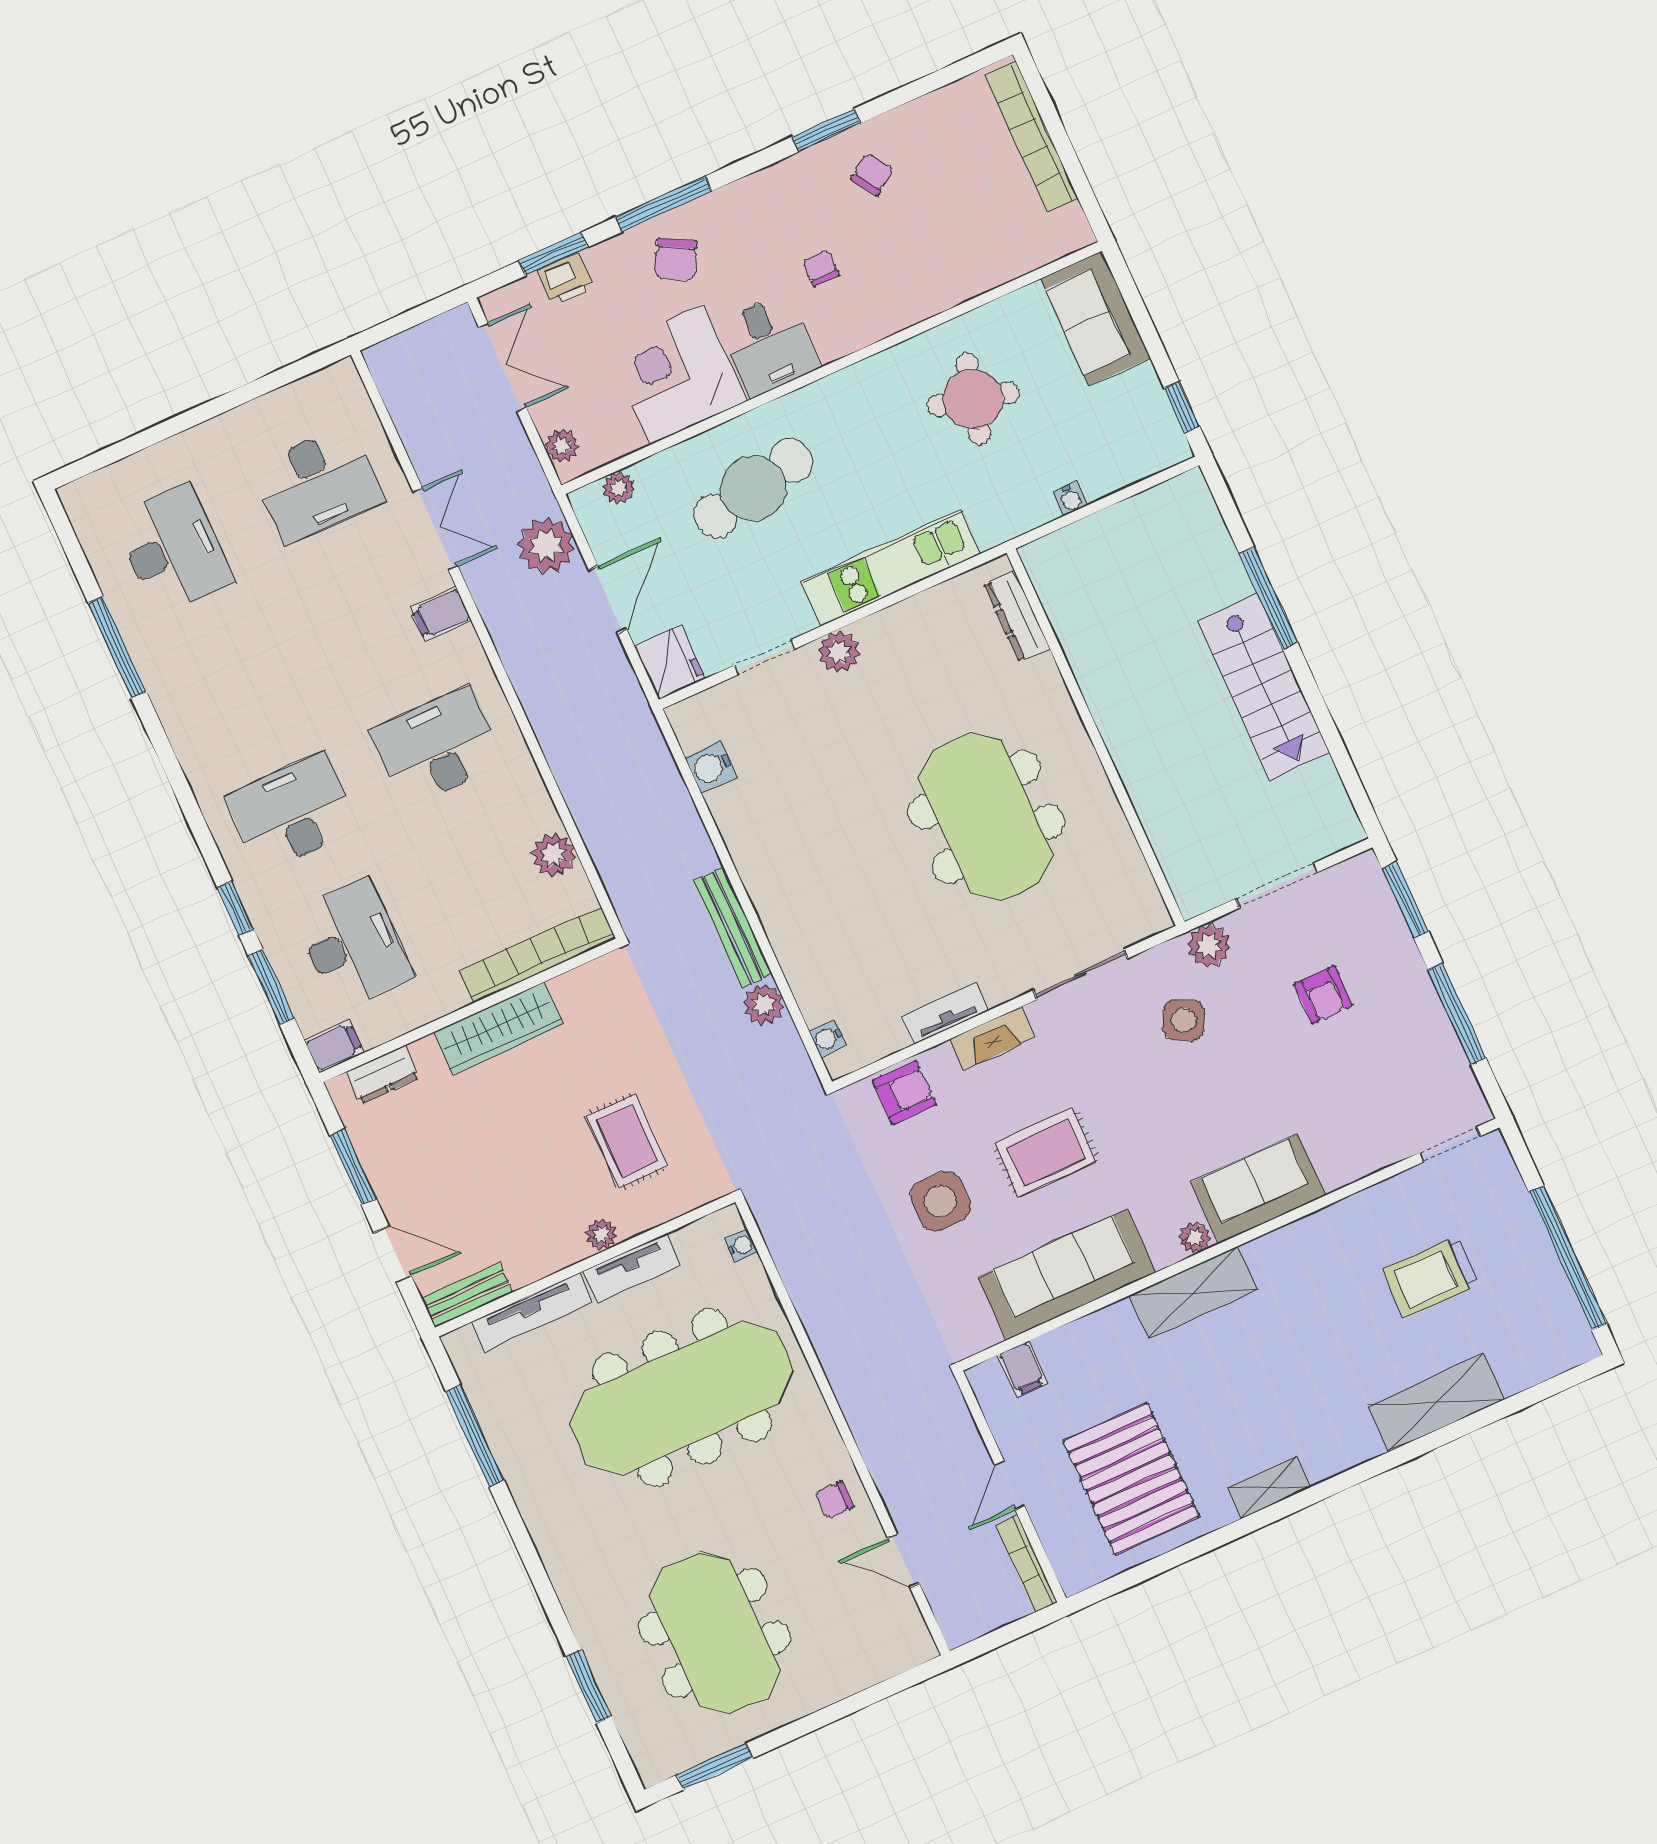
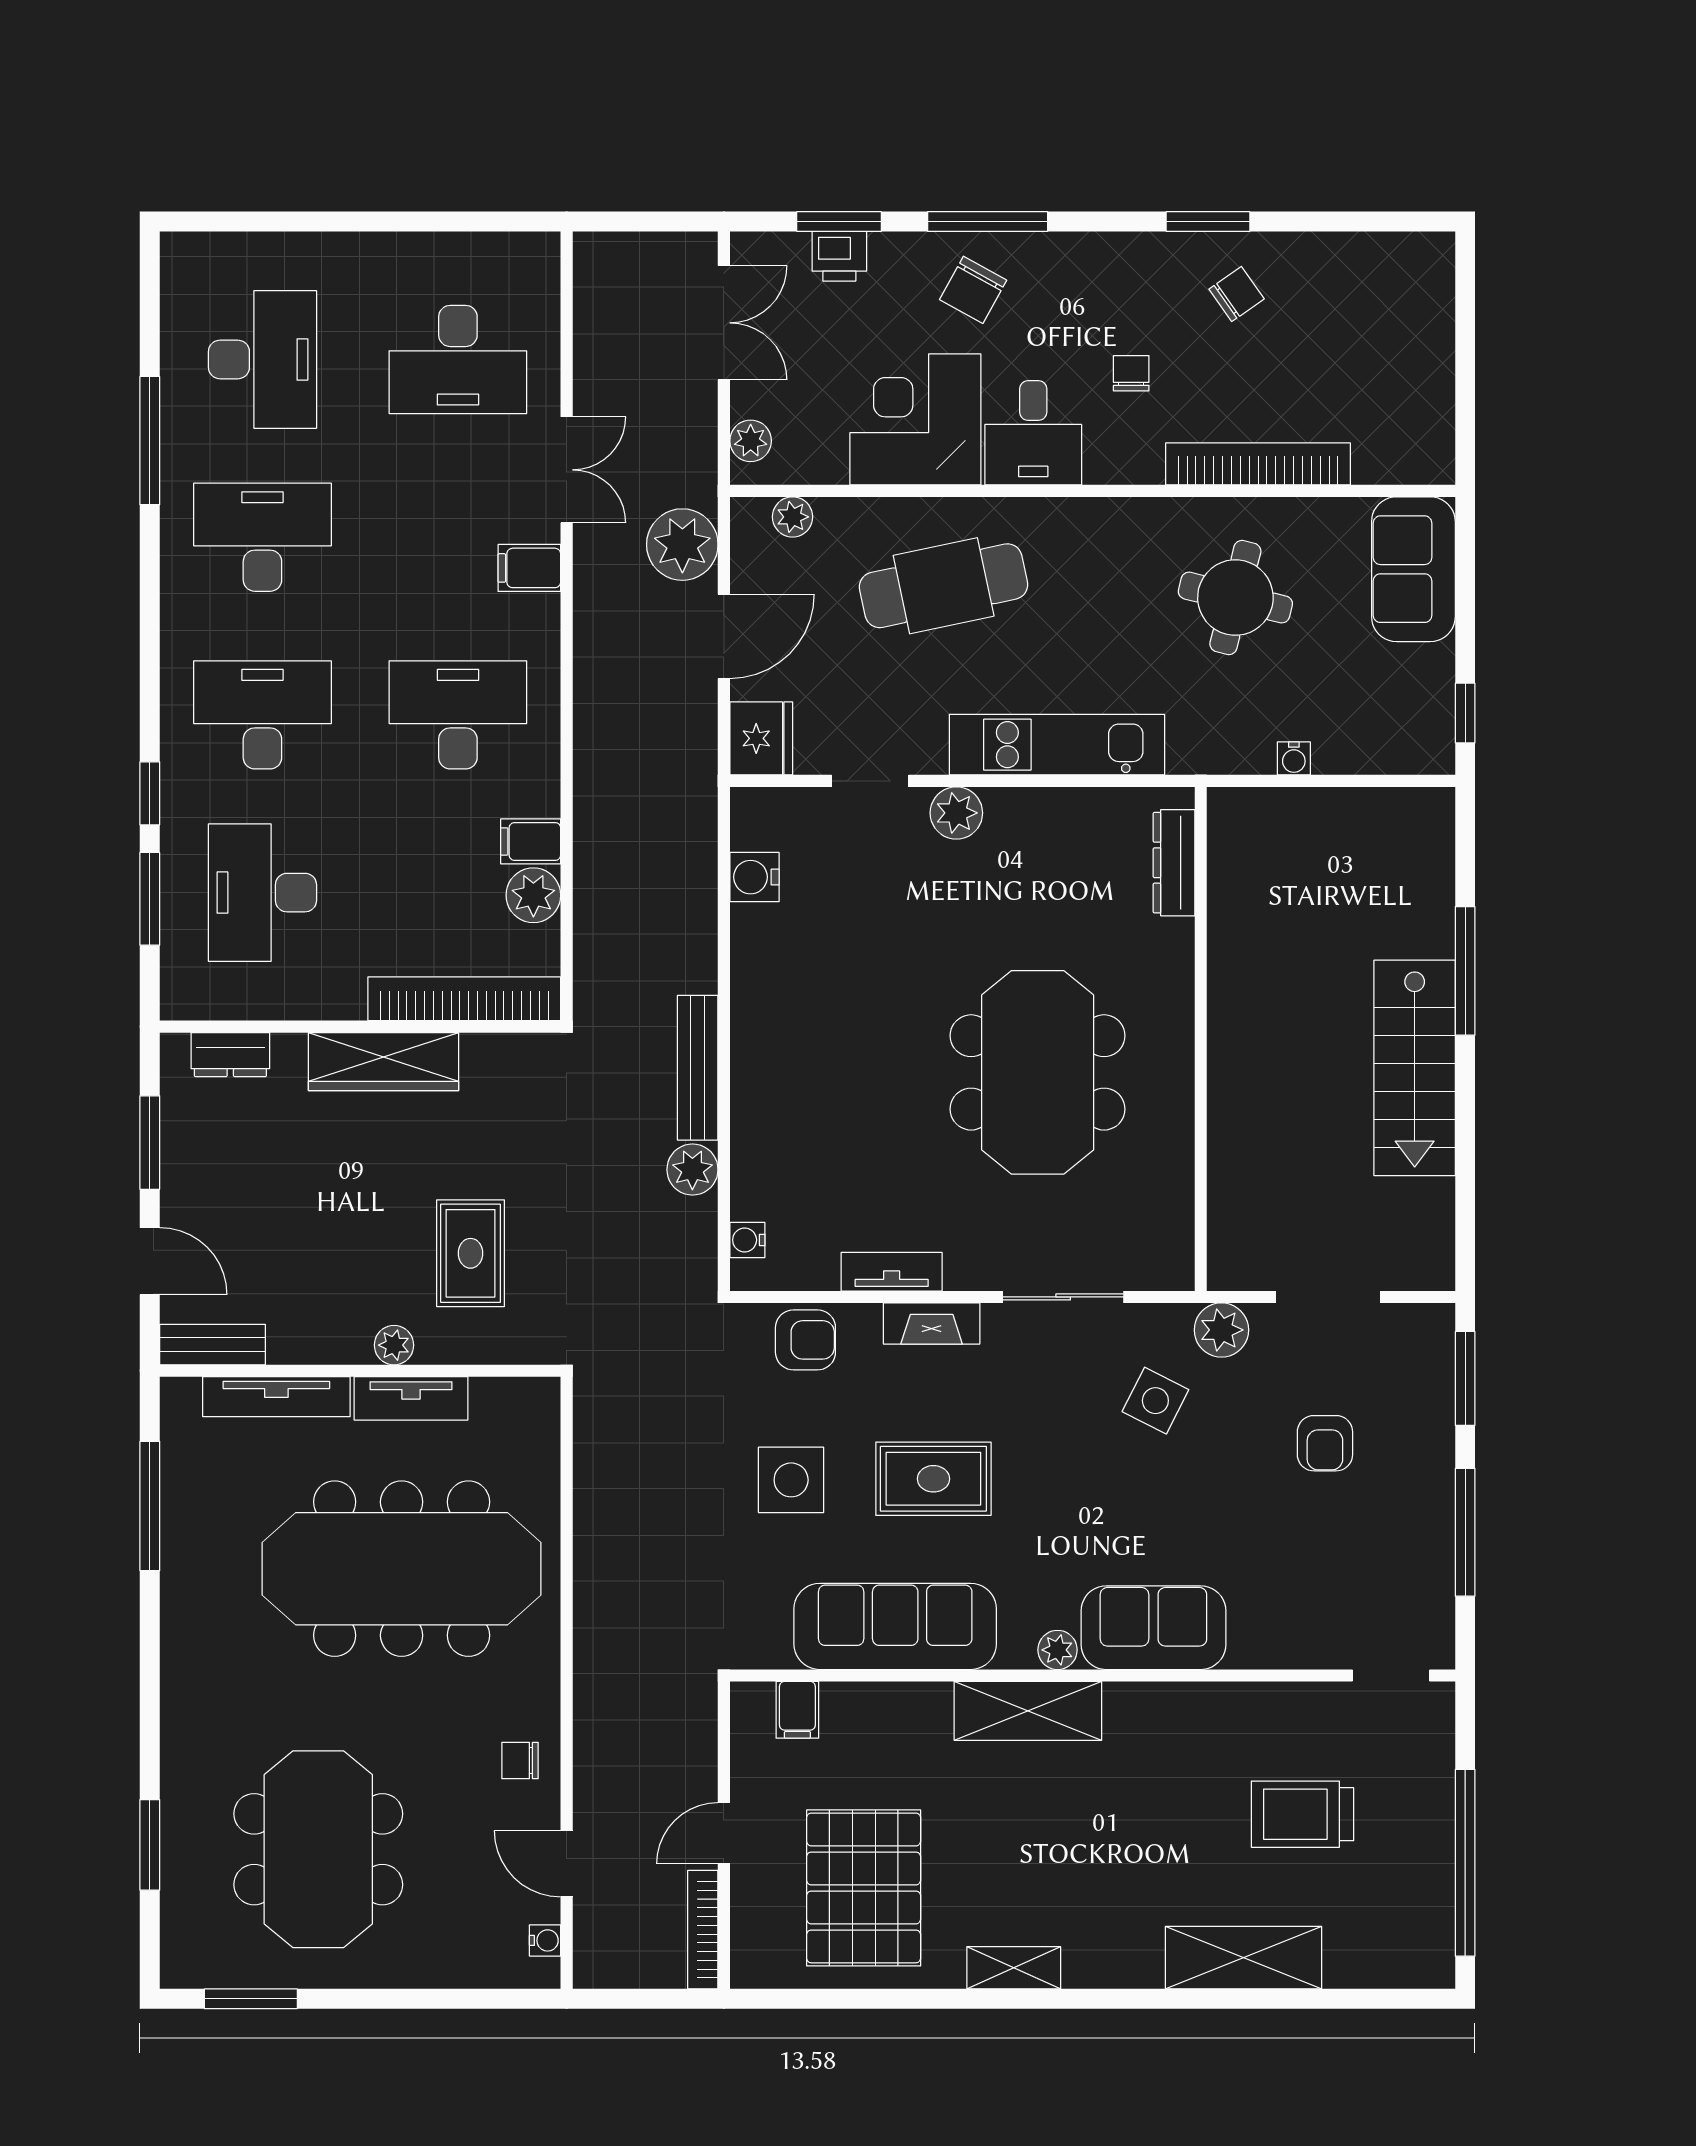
bookcase: (1032, 137) -> (1258, 464), moved, turned 90
desk: (233, 681) -> (262, 537), added
desk: (352, 944) -> (262, 893), turned 180
filing cabinet: (334, 1047) -> (531, 841), moved, turned 180
water cooler: (741, 1245) -> (545, 1940), moved

